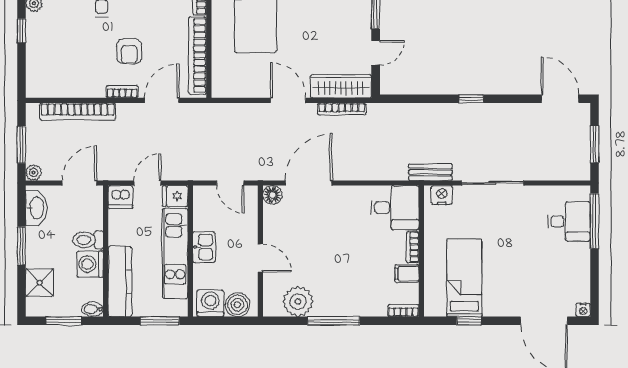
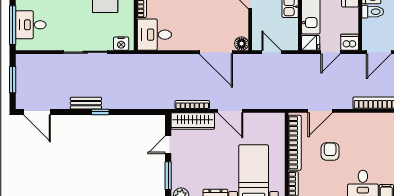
armchair: (129, 51) -> (330, 151), moved
bookcase: (122, 92) -> (348, 117), removed
bench: (430, 172) -> (86, 103), moved
door: (309, 183) -> (216, 52), hinge flipped

